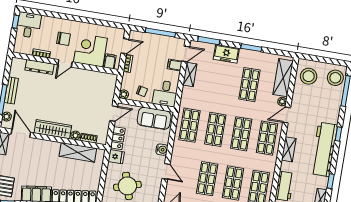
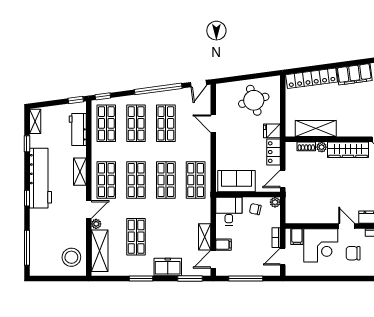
door: (65, 63) -> (347, 226), hinge flipped
stool: (335, 78) -> (41, 260), removed
water cooler: (162, 150) -> (222, 147), removed

